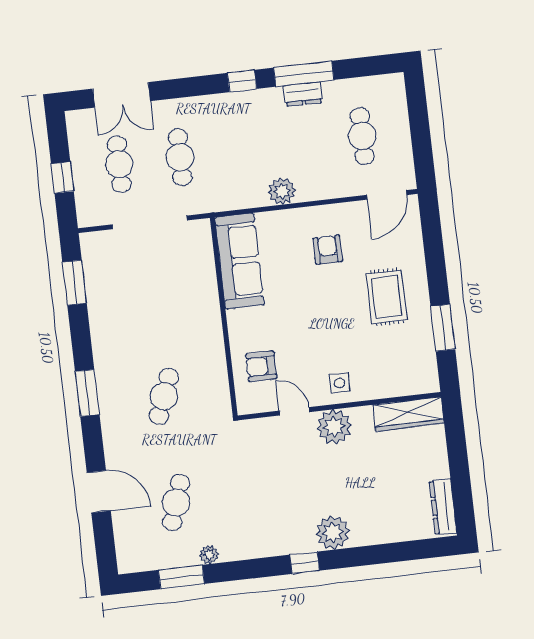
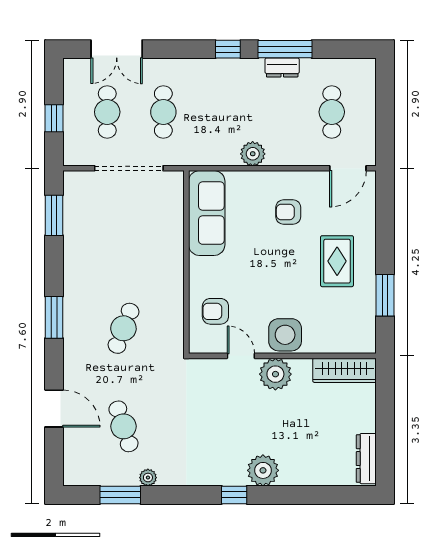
armchair: (328, 250) -> (288, 212), turned -90
side table: (340, 383) -> (285, 335), width x1.87, depth x1.87
cafe table: (176, 502) -> (123, 426), turned -36

